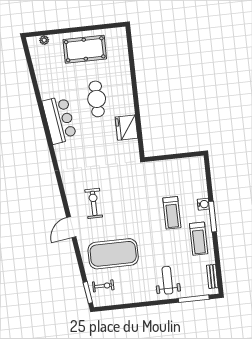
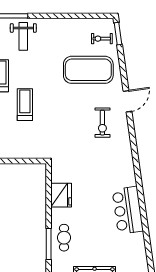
window: (134, 78) -> (49, 244), added
cafe table: (97, 99) -> (64, 238), moved, width x0.73, depth x0.74
weight bench: (167, 280) -> (23, 36), moved

